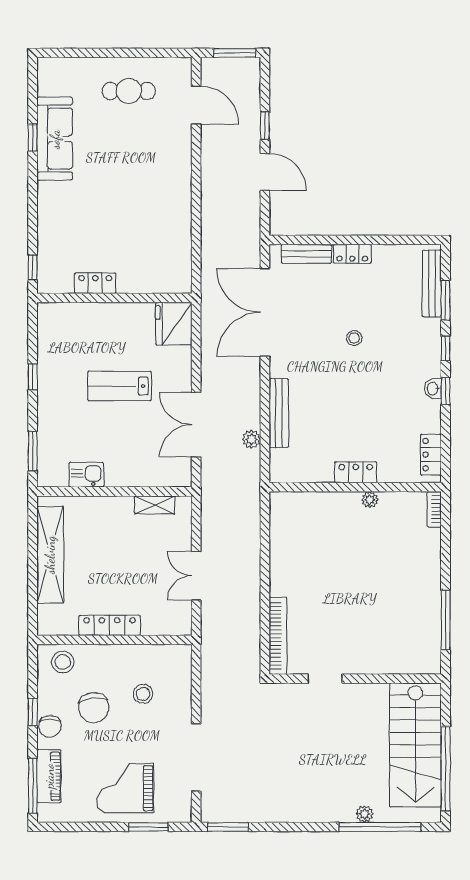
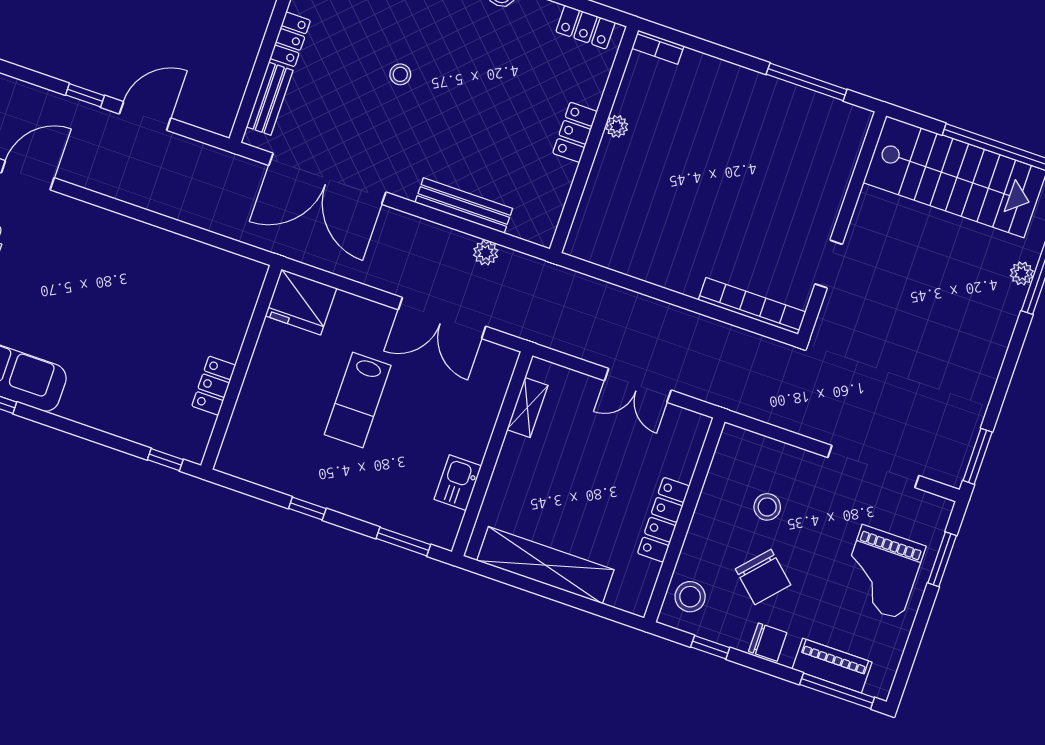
chair: (94, 708) -> (763, 577), turned 50
window: (33, 712) -> (710, 647), moved

